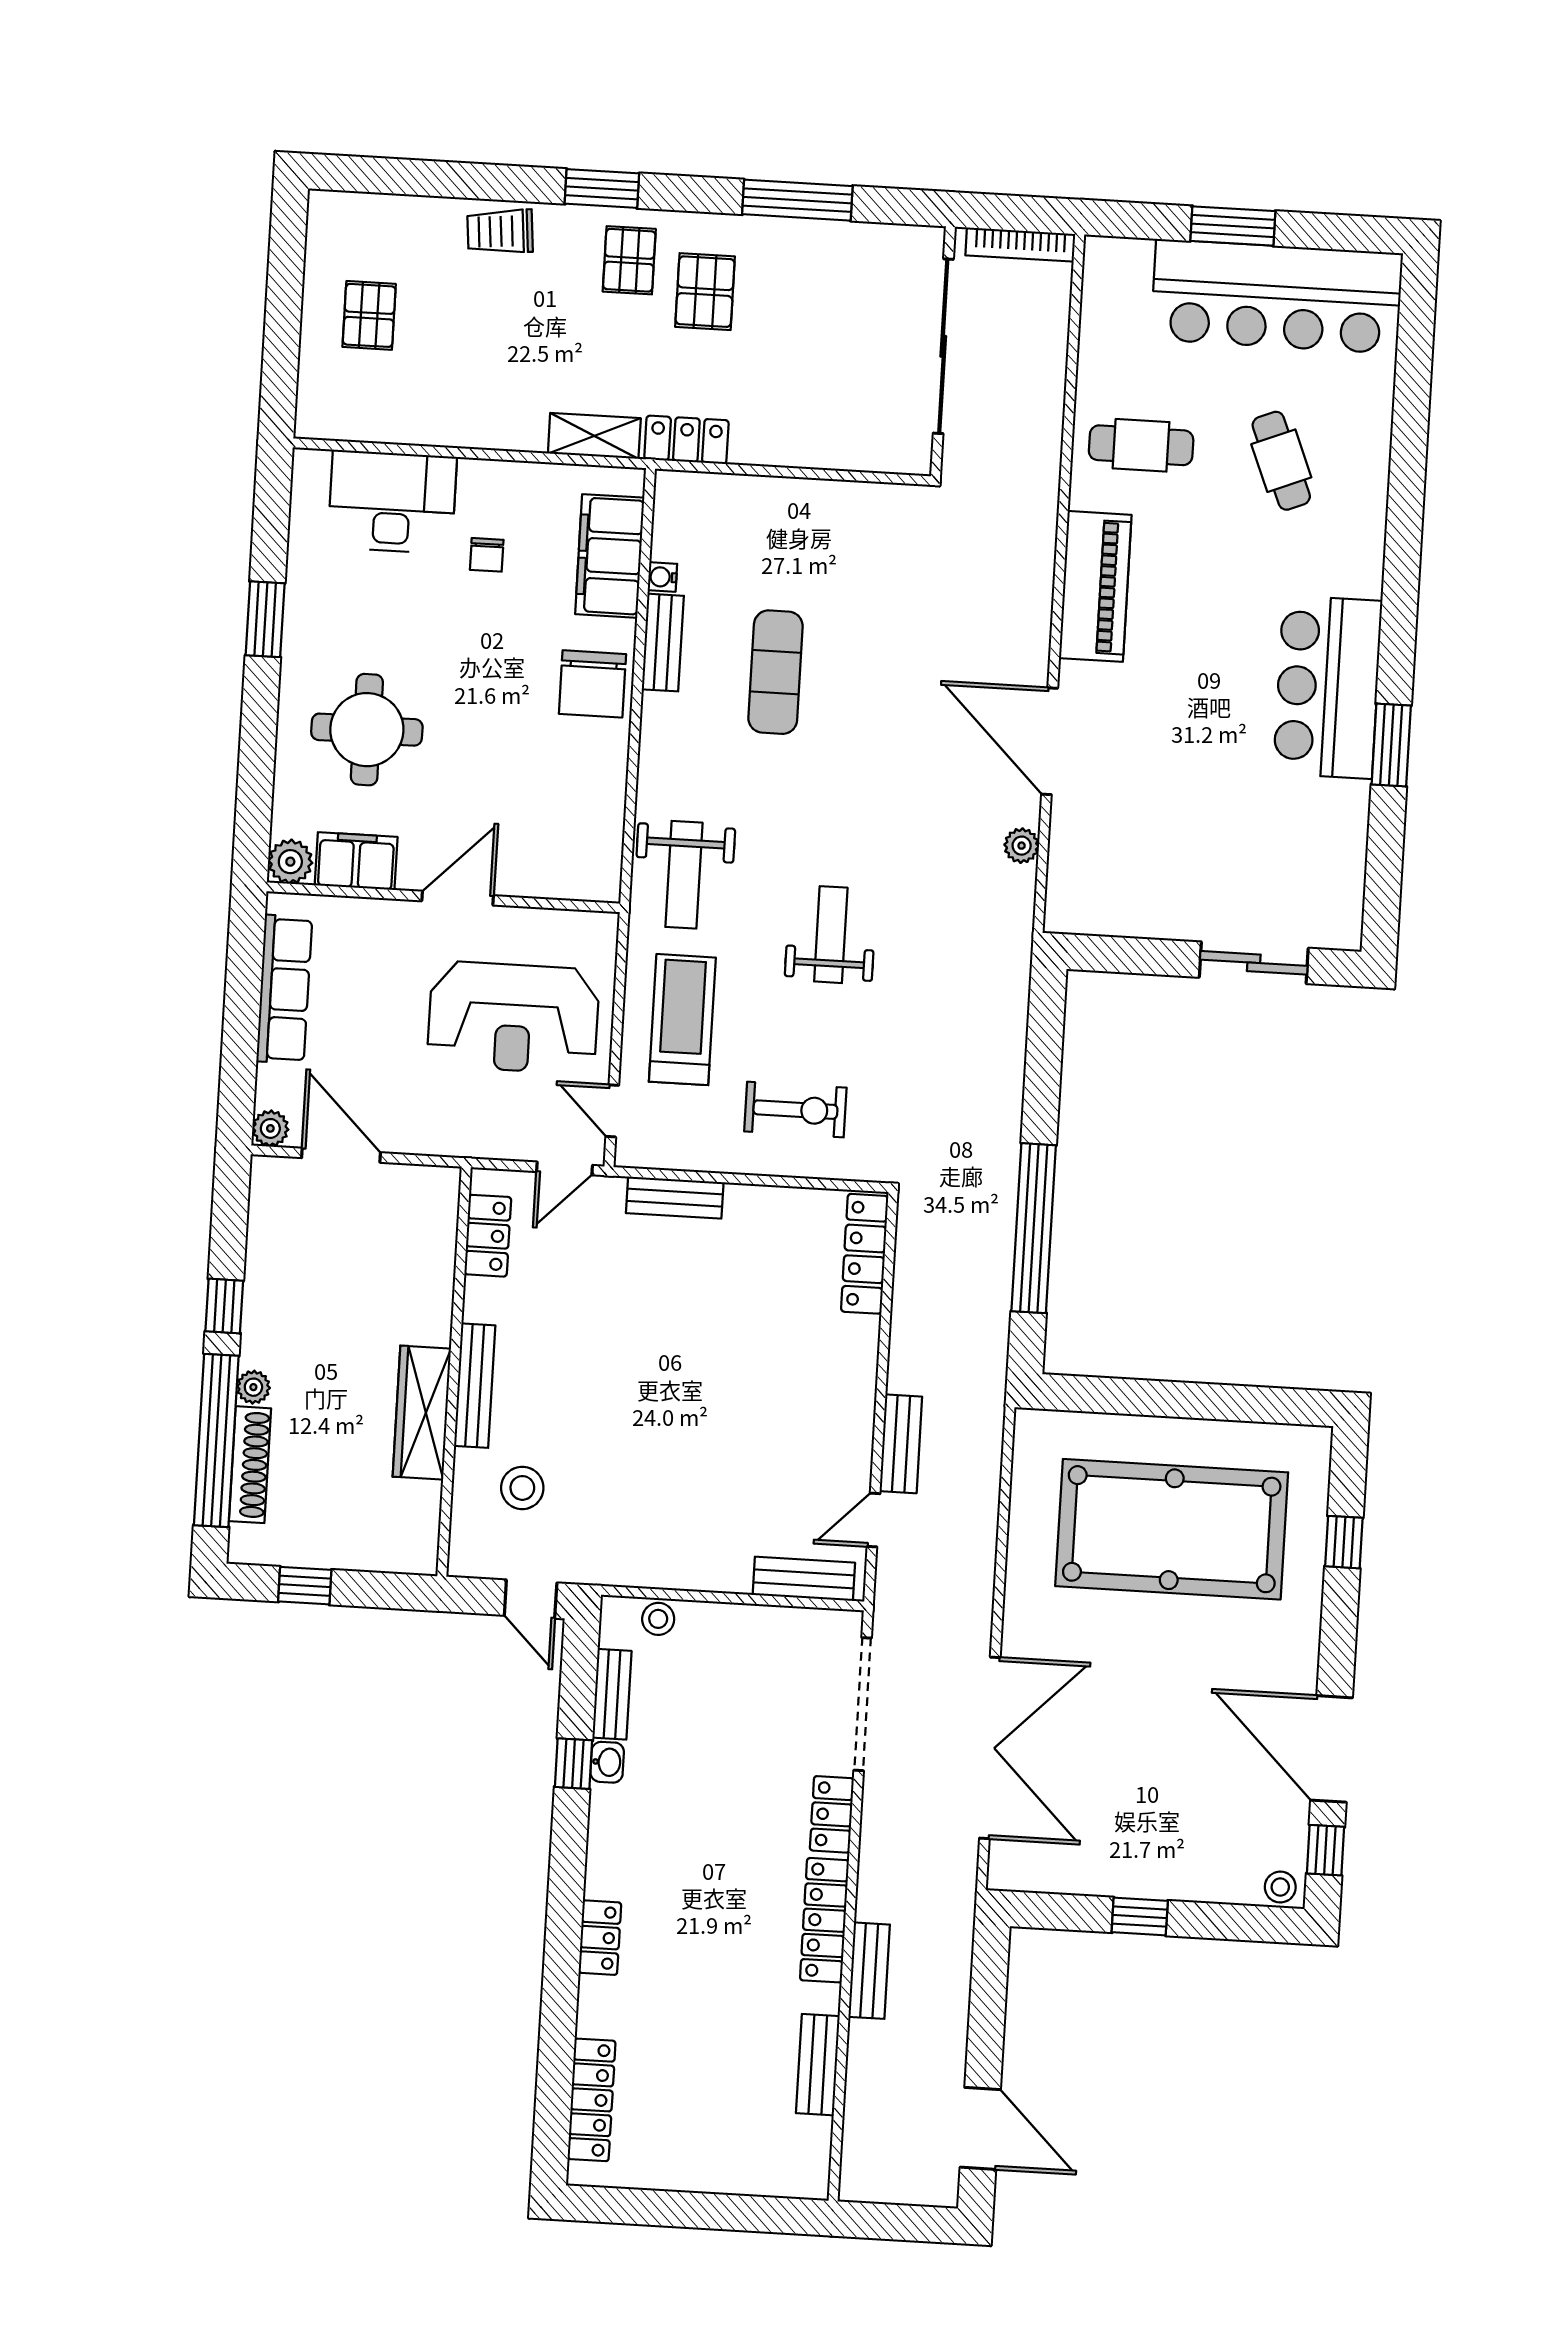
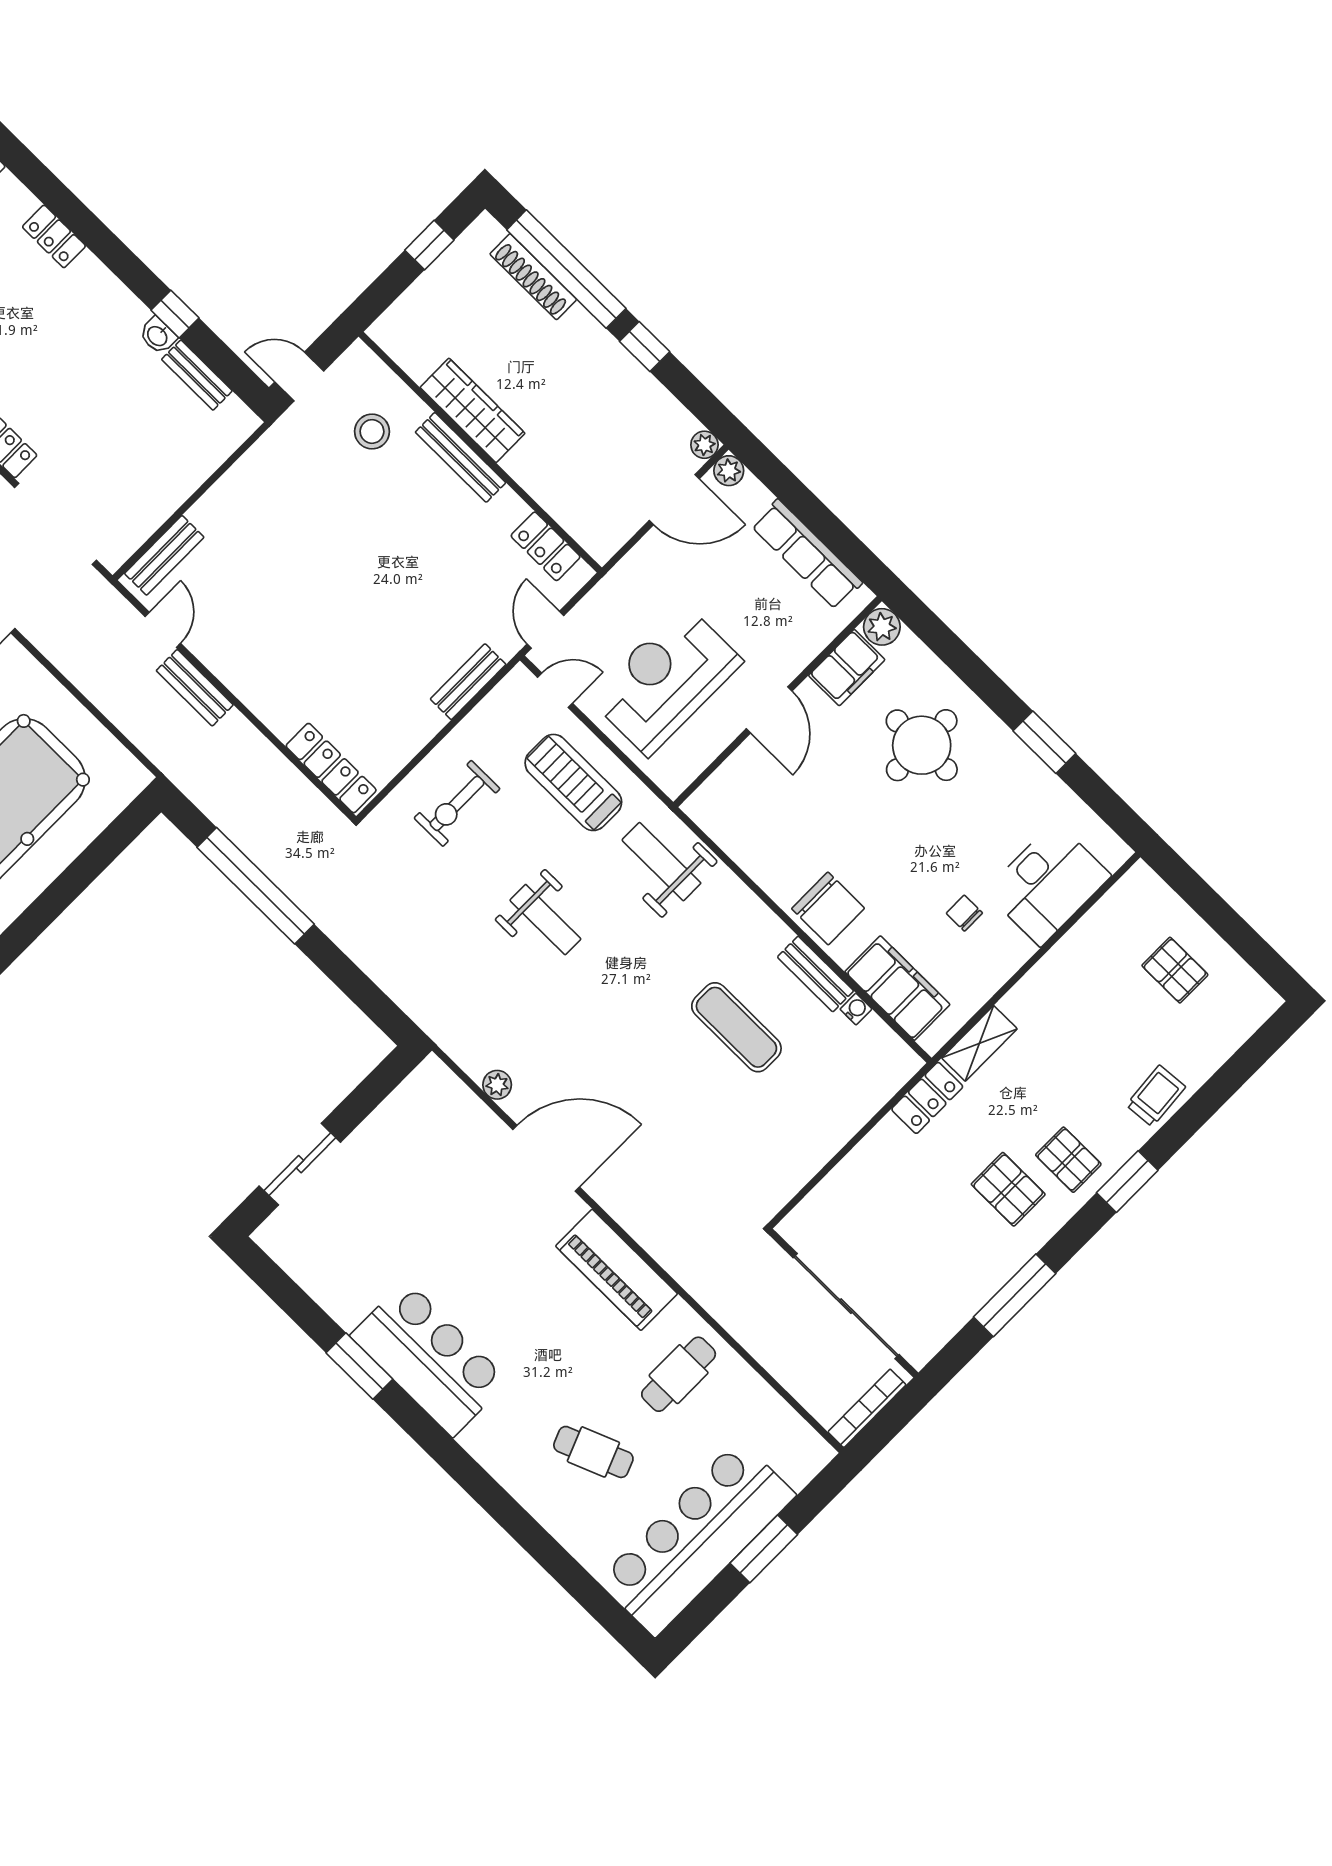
chair: (592, 684) -> (828, 908), turned 180
treadmill: (682, 1020) -> (573, 782), turned 180
plant: (253, 1387) -> (704, 445), moved
stool: (658, 1619) -> (218, 444), removed

